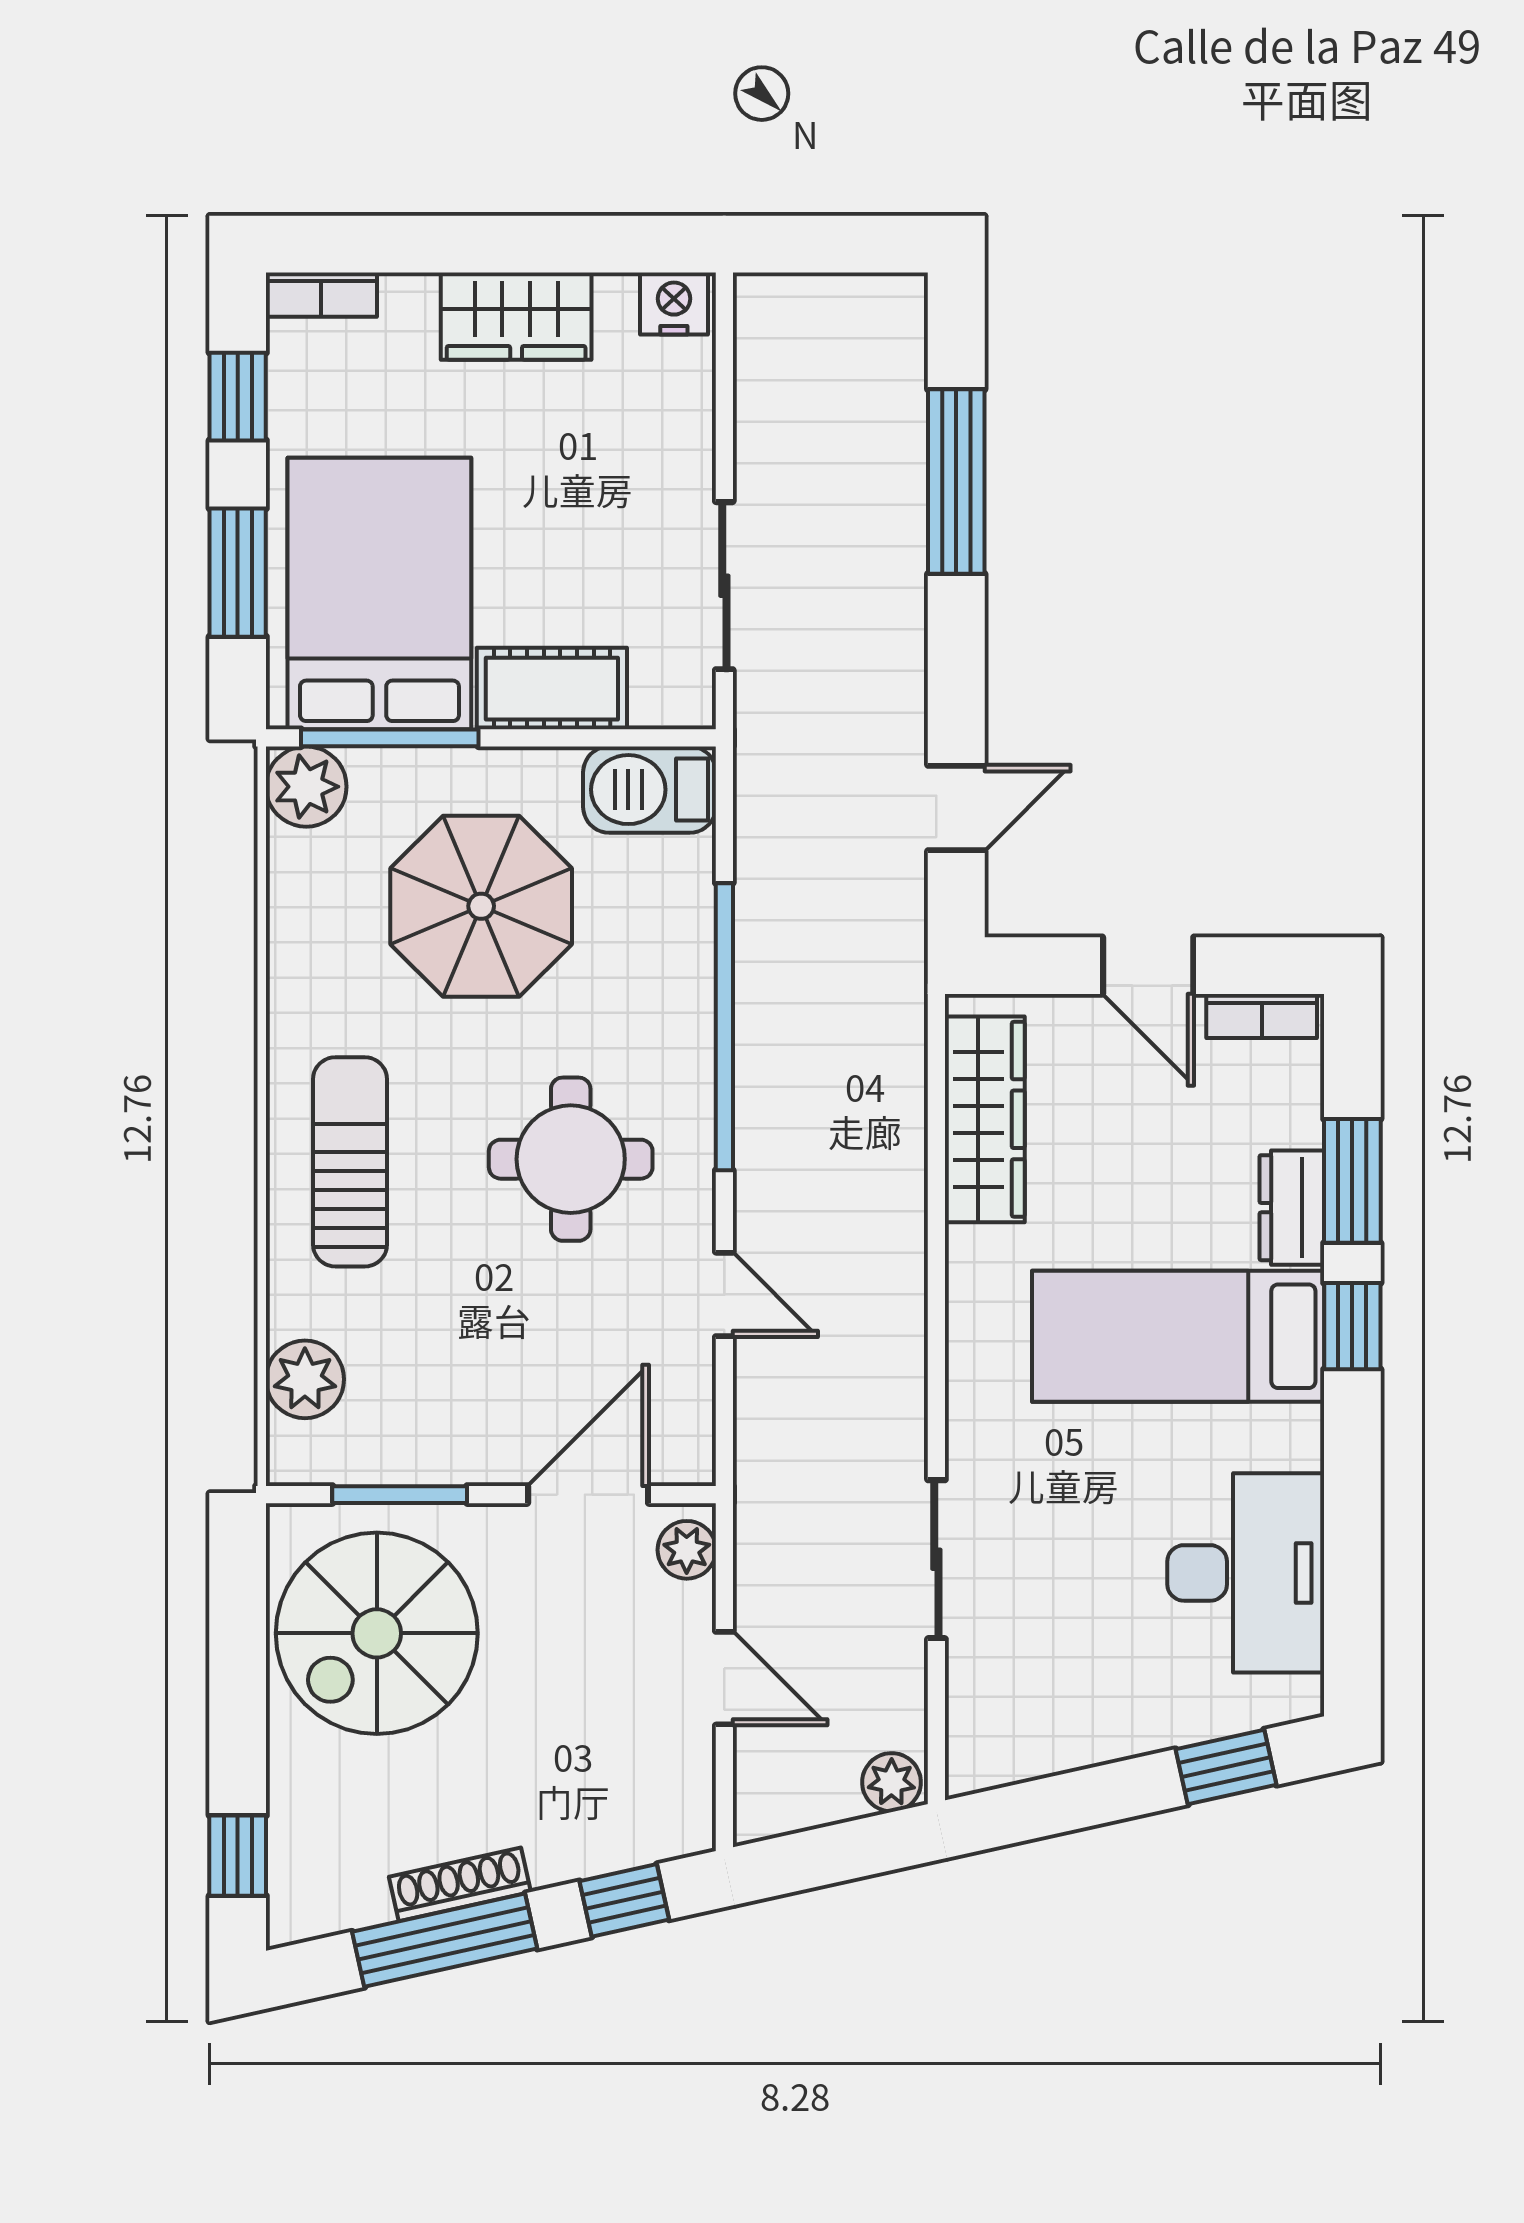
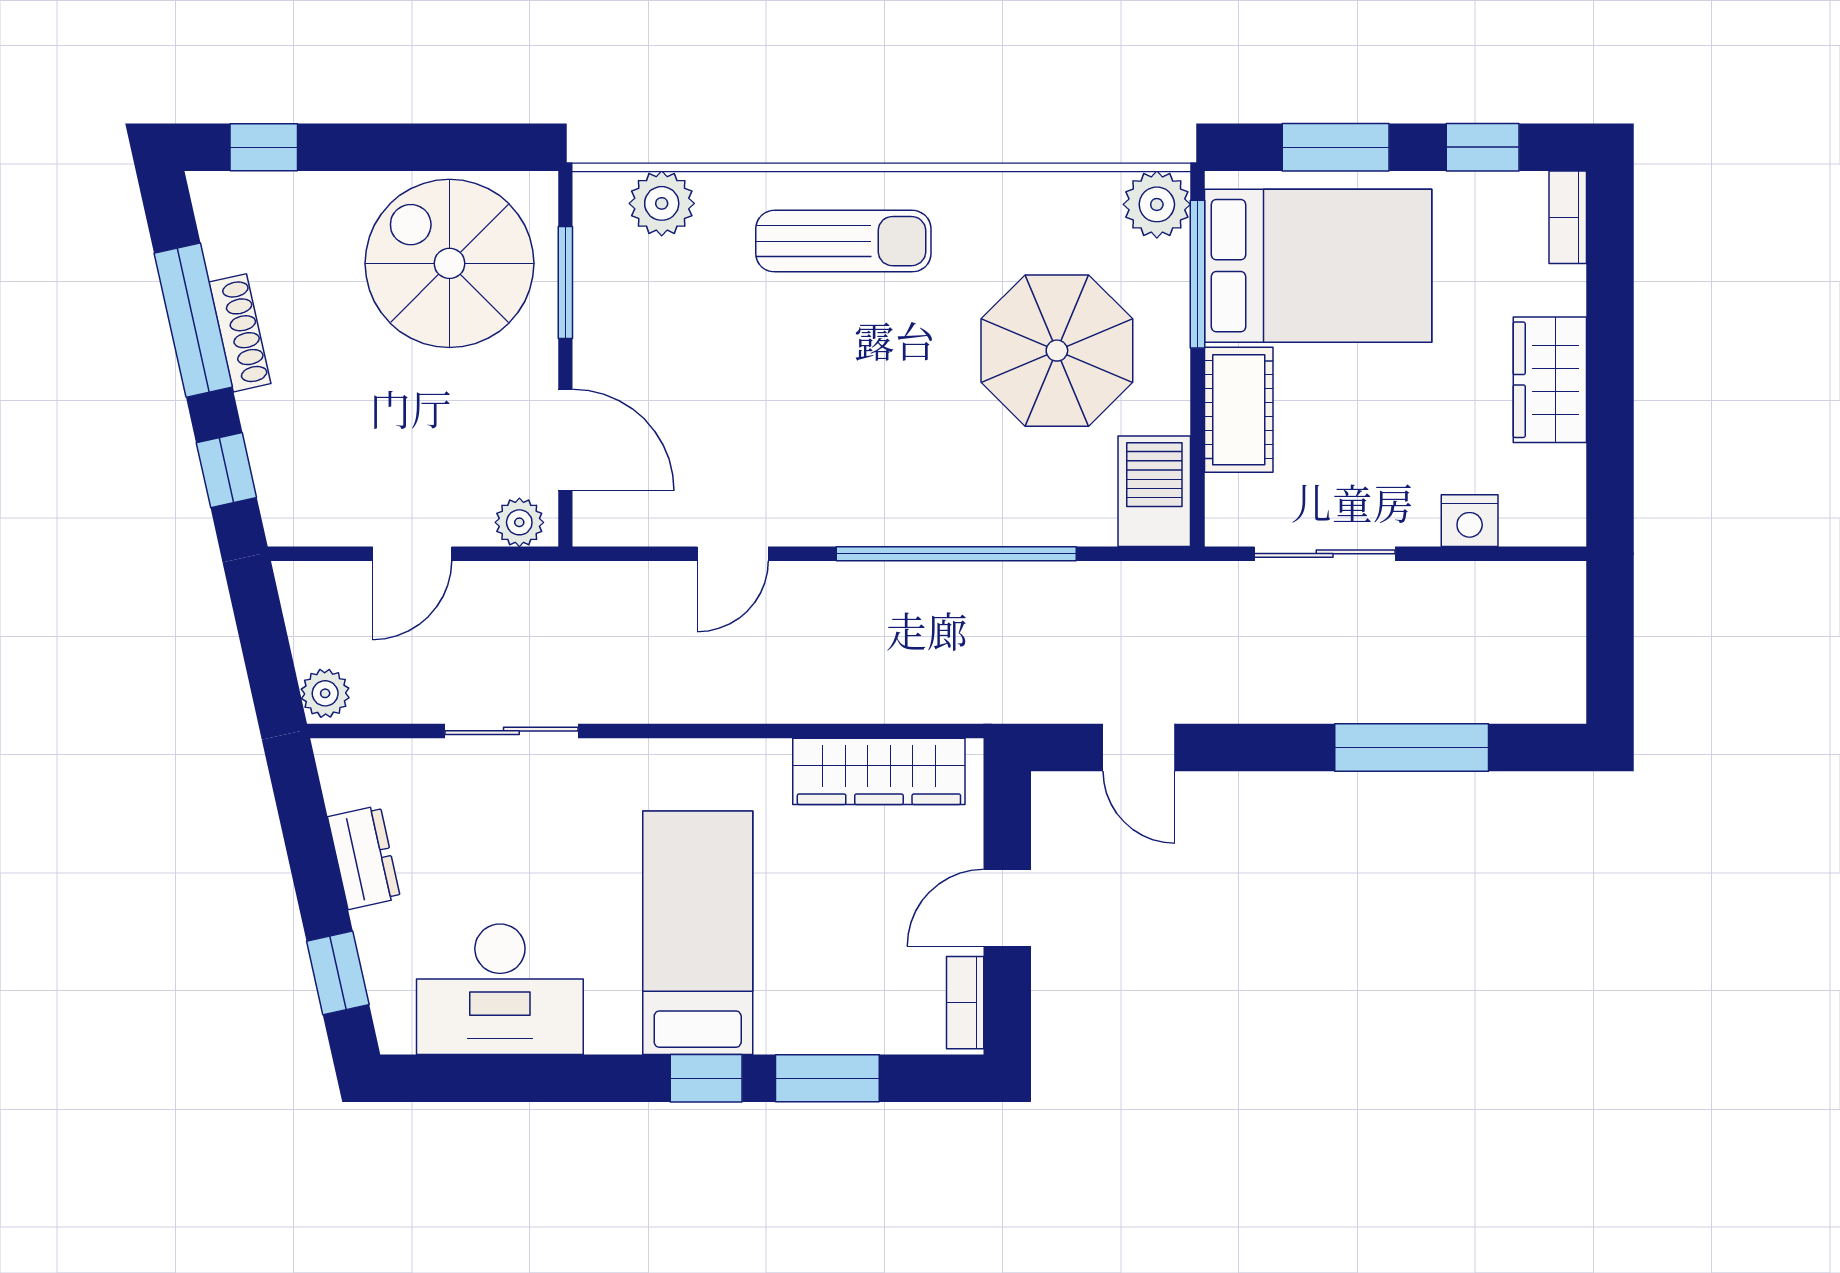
nightstand: (674, 304) -> (1470, 521), moved, turned 90
round table: (571, 1159) -> (846, 425), removed
dresser: (1292, 1208) -> (364, 857), moved, turned 78

